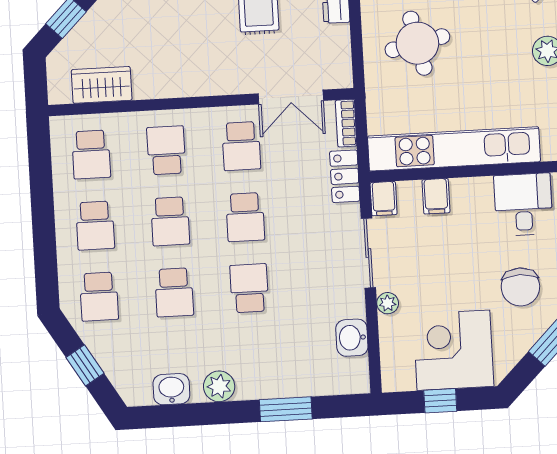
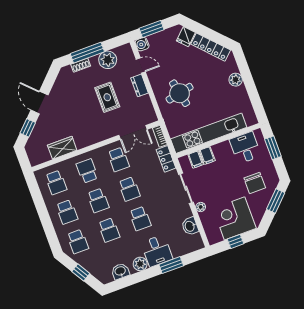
wardrobe: (102, 85) -> (62, 148), moved
filing cabinet: (384, 199) -> (196, 160), moved
school desk: (249, 288) -> (140, 219), turned 180
desk: (264, 369) -> (157, 251), added

